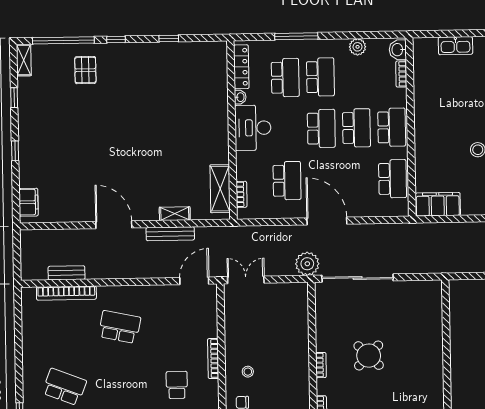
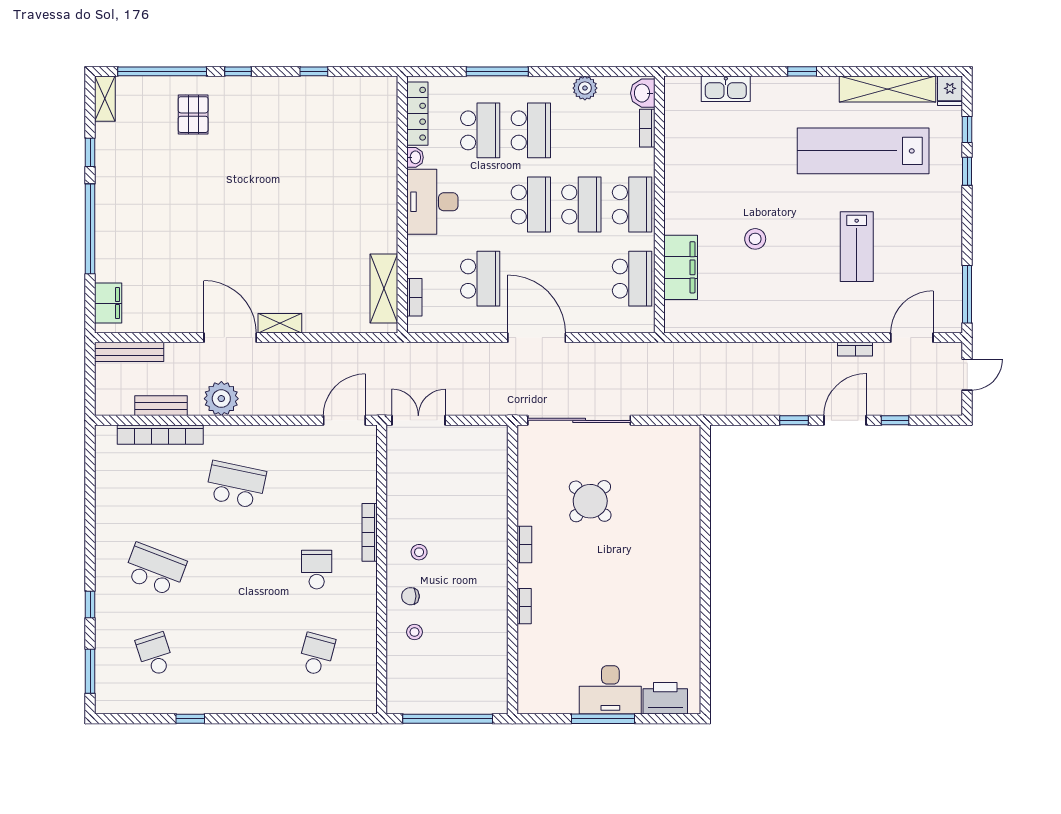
window: (15, 151) -> (90, 229), width x3.17
filing cabinet: (438, 204) -> (681, 267), moved, turned 90
shelving: (175, 214) -> (280, 323), moved
bench: (170, 234) -> (129, 352), moved
plant: (307, 264) -> (221, 399), moved
round table: (369, 356) -> (590, 501), moved

